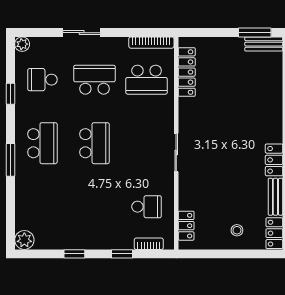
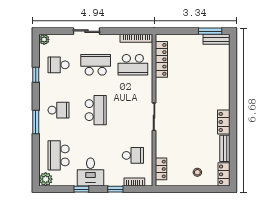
school desk: (42, 143) -> (59, 110), width x0.54
school desk: (42, 207) -> (59, 155), added
desk: (87, 230) -> (90, 172), added

